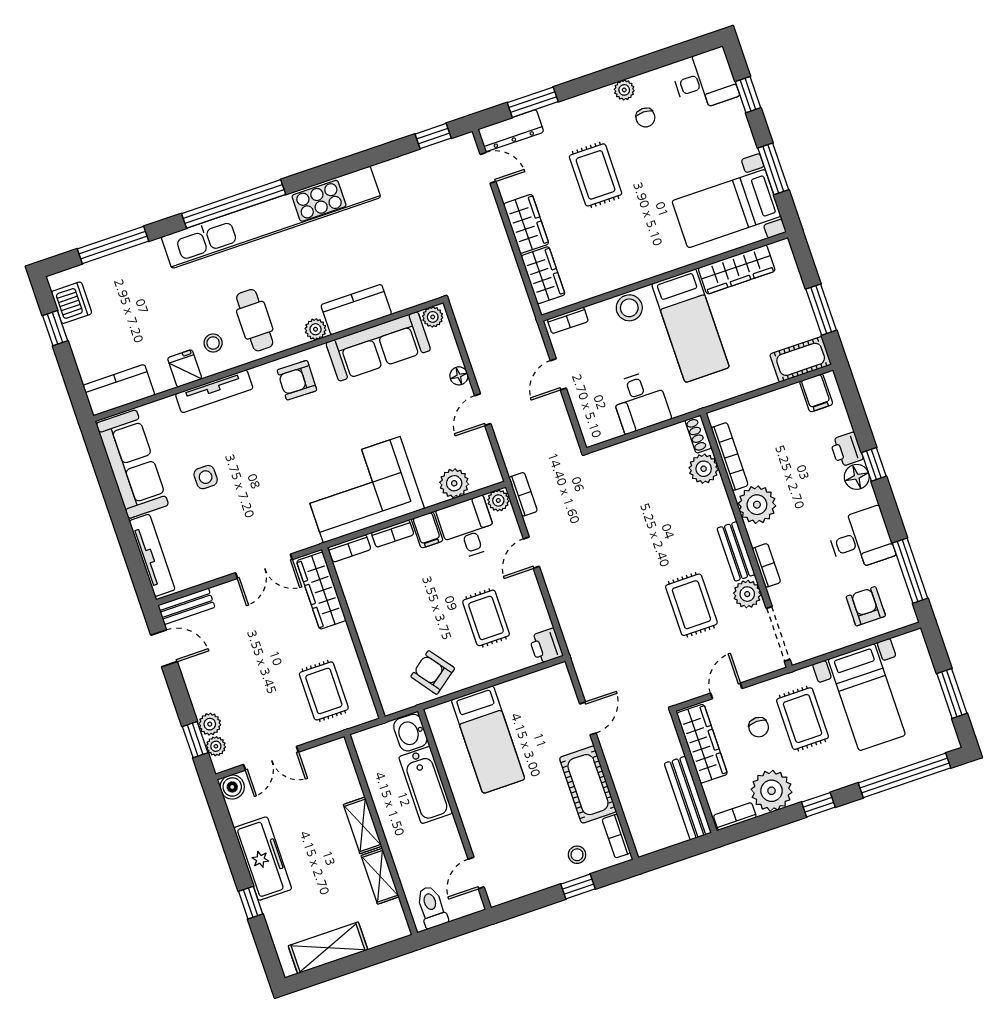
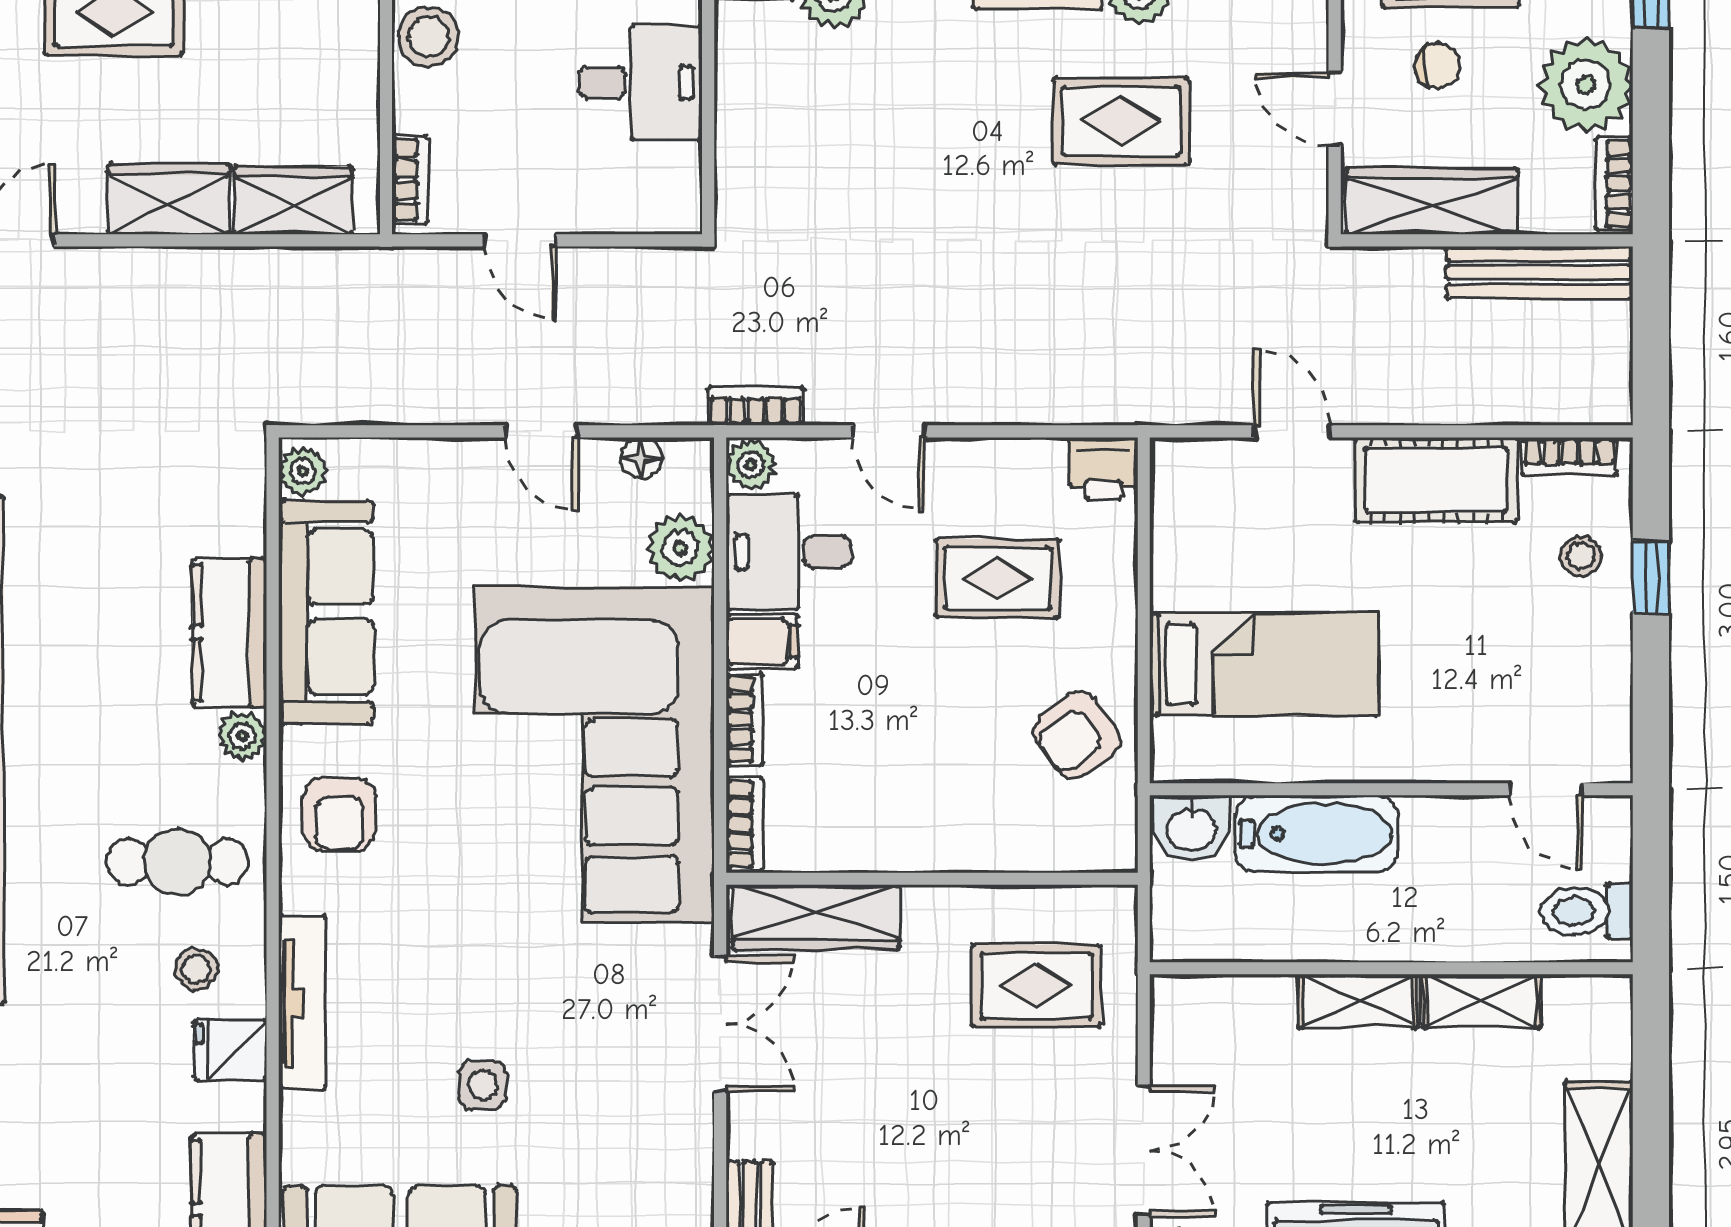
floor lamp: (459, 376) -> (642, 458), moved
corner sofa: (362, 490) -> (595, 754), width x1.36, depth x1.36

